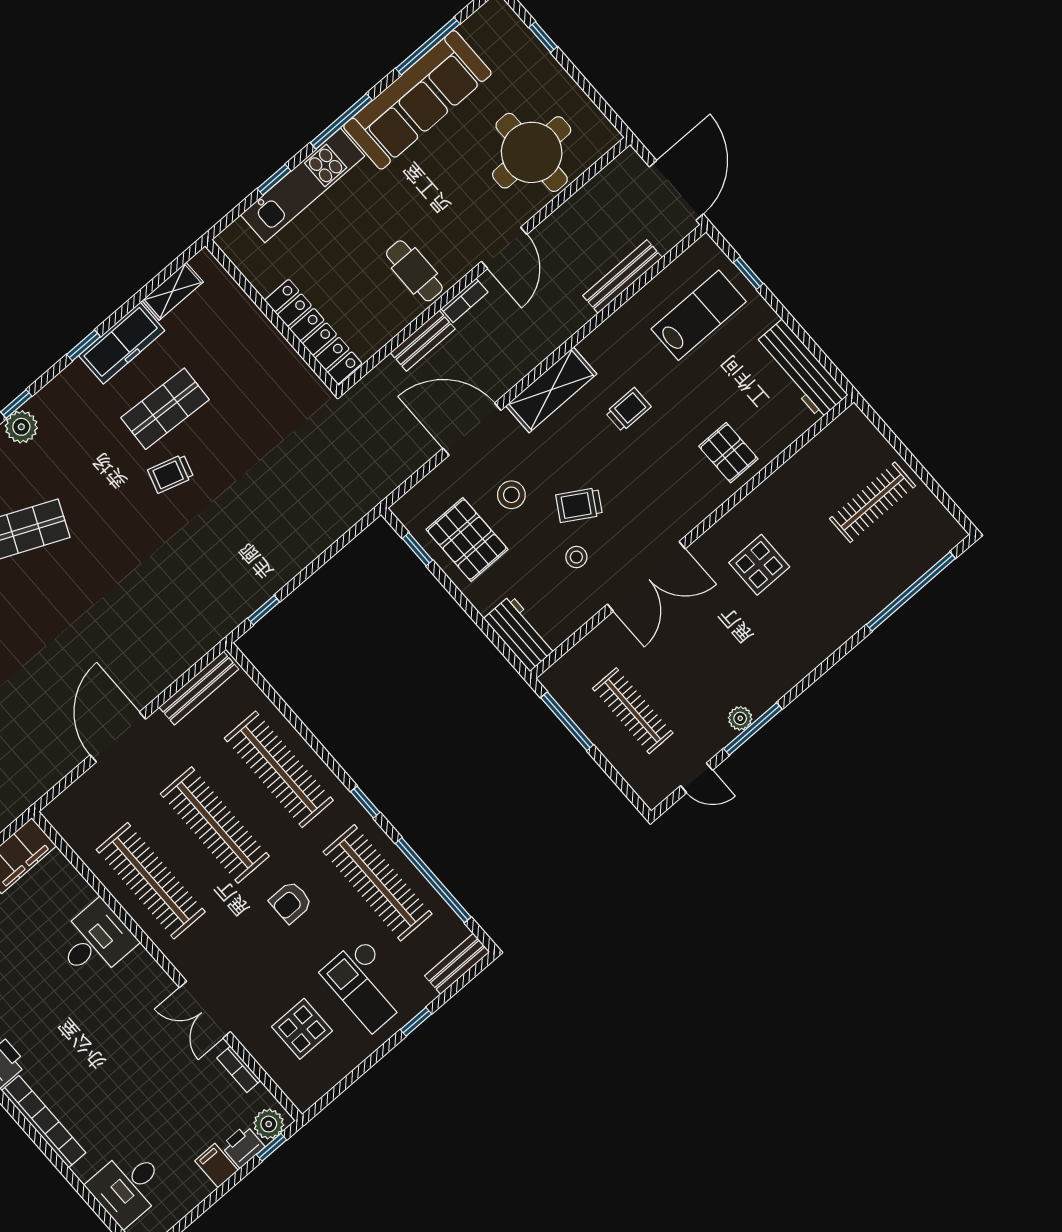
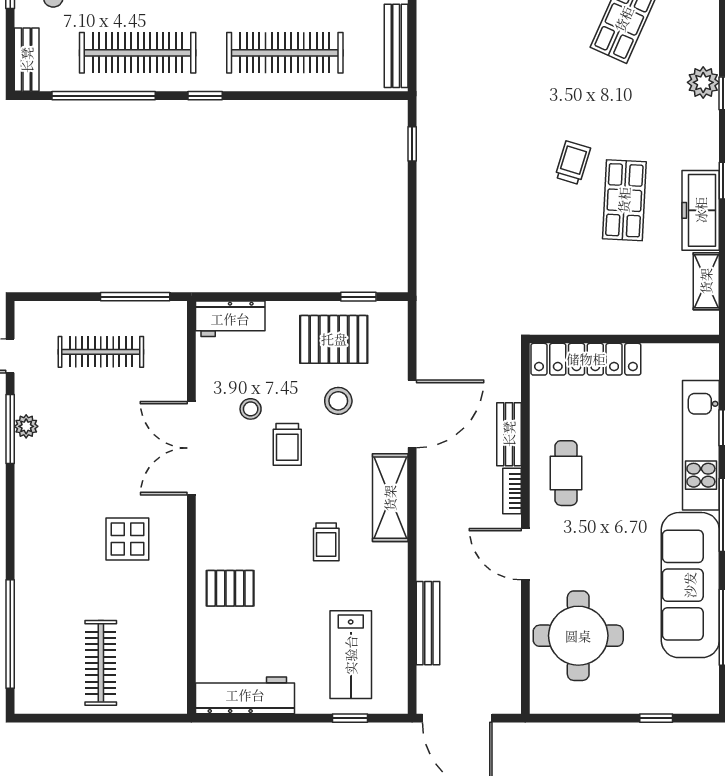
cafe table: (414, 271) -> (566, 473), turned 90
trolley: (579, 505) -> (287, 444), turned 149

